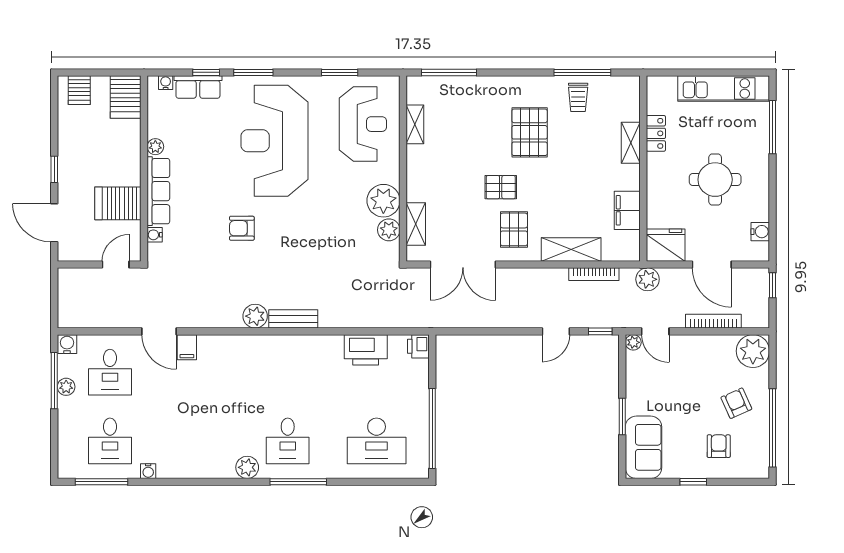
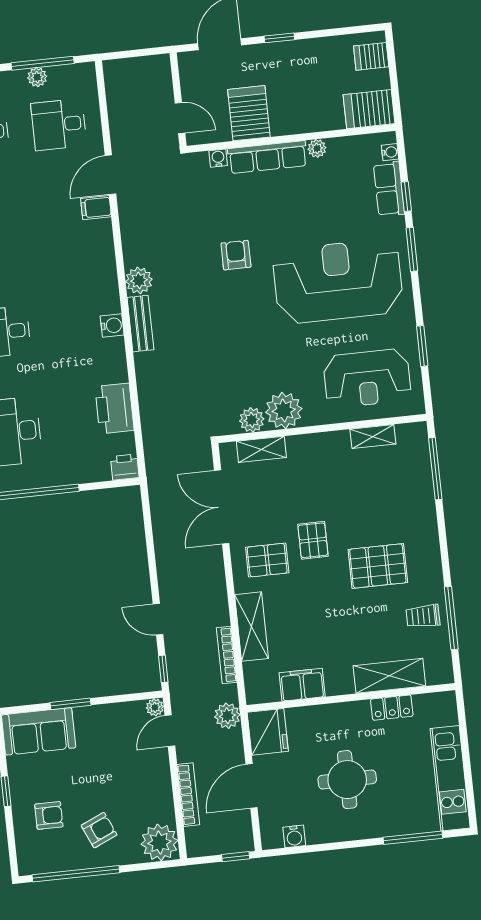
shelving: (631, 143) -> (389, 676), width x1.50, depth x1.33
water cooler: (67, 344) -> (112, 325), moved

